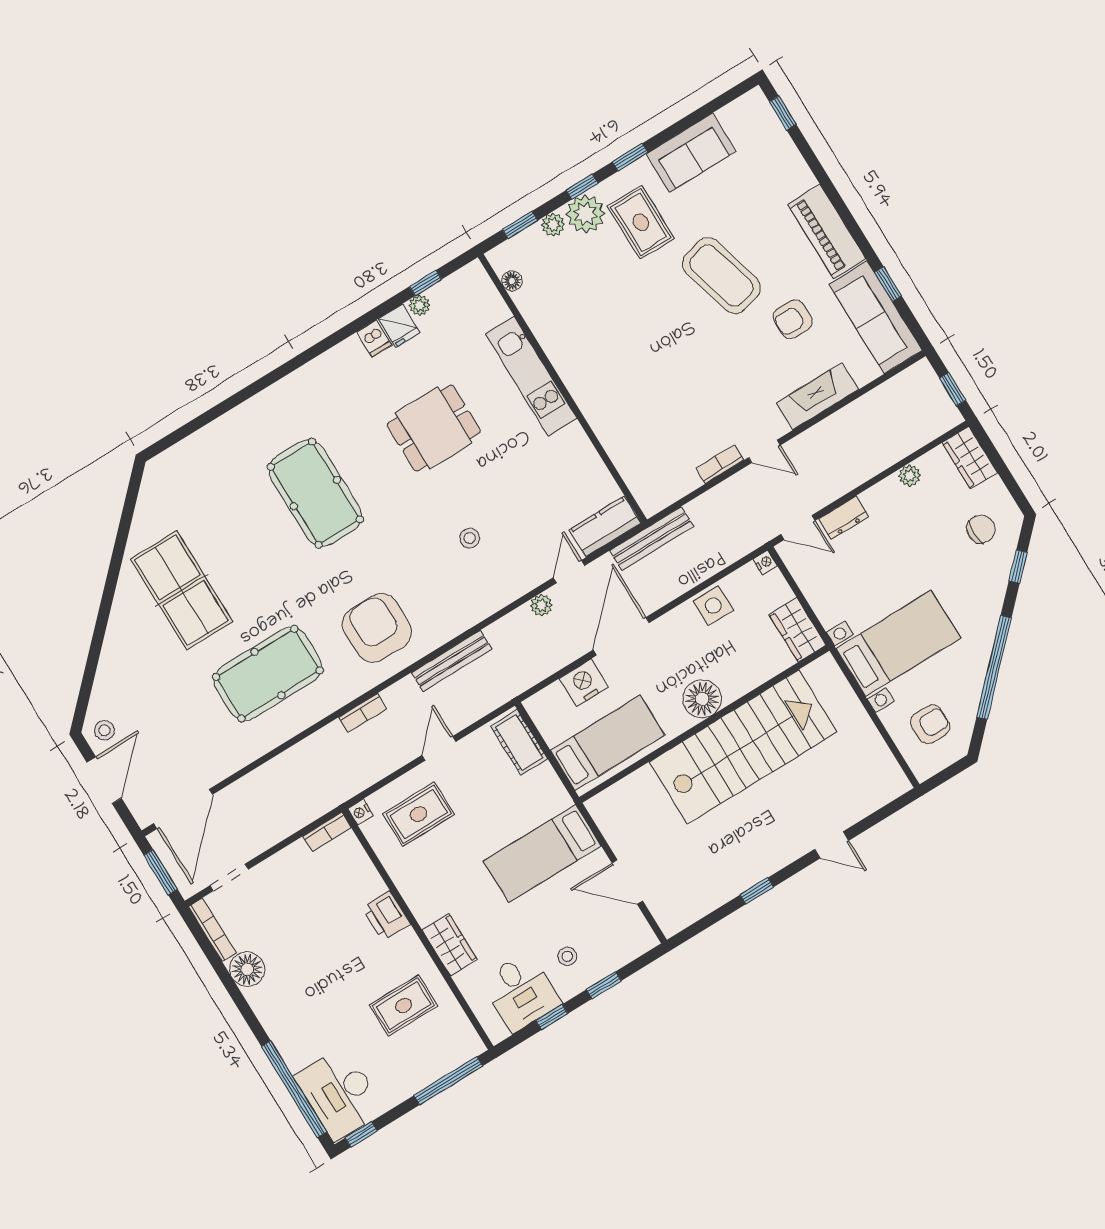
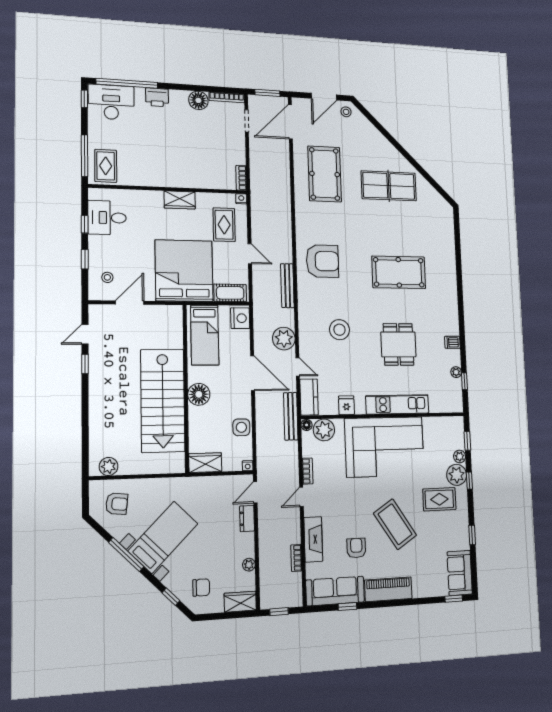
sofa: (691, 153) -> (460, 573), moved
window: (630, 157) -> (472, 535), moved
coffee table: (721, 276) -> (395, 524), turned 72
floor lamp: (512, 281) -> (307, 425), moved
fridge: (399, 326) -> (346, 405), moved, turned 90
corner sofa: (611, 360) -> (385, 447), added
plant: (642, 474) -> (324, 430), added
chair: (981, 529) -> (201, 587), turned -90
stool: (470, 538) -> (339, 330), width x1.89, depth x1.89
plant: (541, 605) -> (284, 339), width x1.88, depth x1.88
bed with nightstands: (898, 643) -> (163, 537), moved, turned -135
window: (994, 667) -> (126, 555), width x0.68
pool table: (268, 674) -> (325, 174), moved
nightstand: (584, 683) -> (240, 318), moved
bookcase: (363, 713) -> (296, 558), moved
armchair: (930, 724) -> (117, 504), turned -84
plant: (884, 768) -> (109, 466), added
door: (104, 780) -> (324, 97), hinge flipped
door: (183, 809) -> (290, 122), hinge flipped
door: (832, 845) -> (85, 334), moved
bed: (542, 853) -> (184, 271), width x2.04
printer: (386, 916) -> (157, 97), moved, turned 180
wardrobe: (450, 945) -> (180, 200), moved
stool: (567, 956) -> (107, 277), moved
rug: (403, 1005) -> (106, 166), moved

